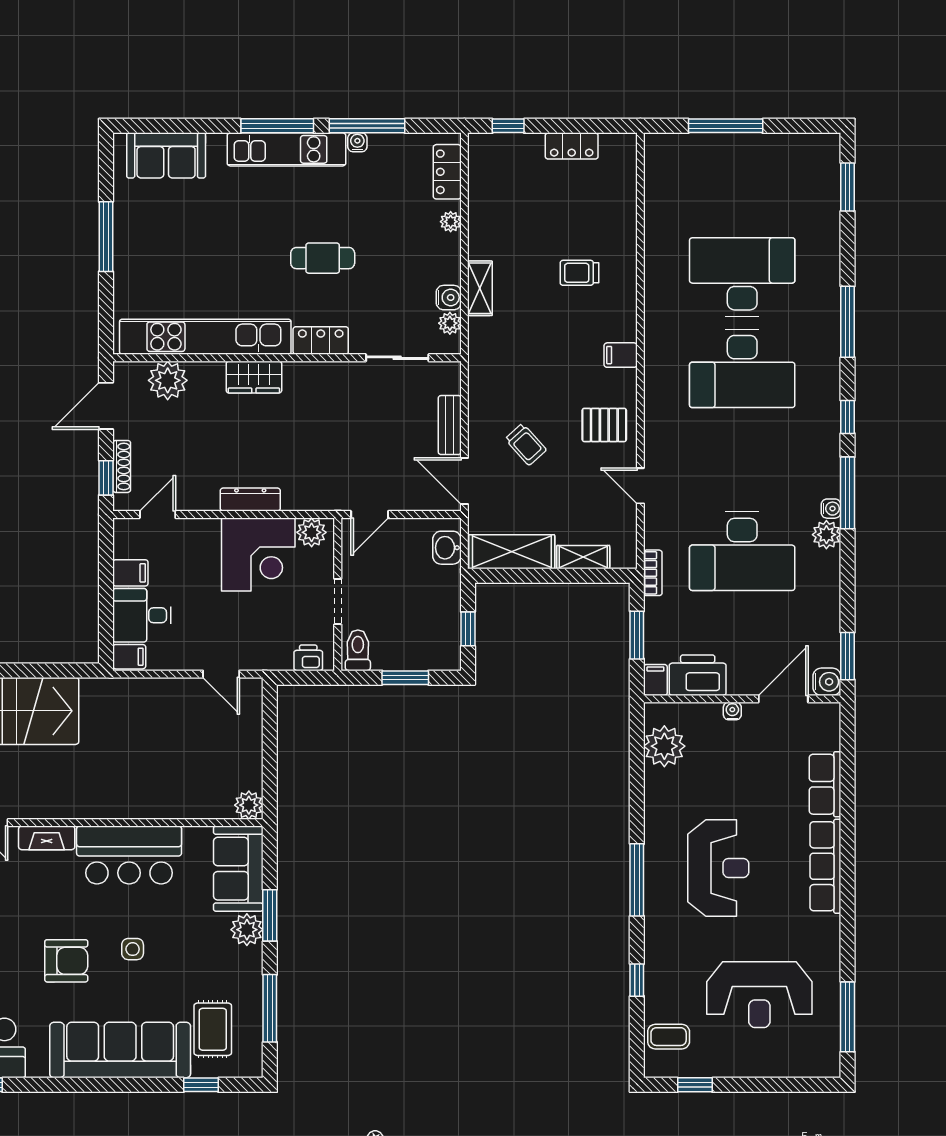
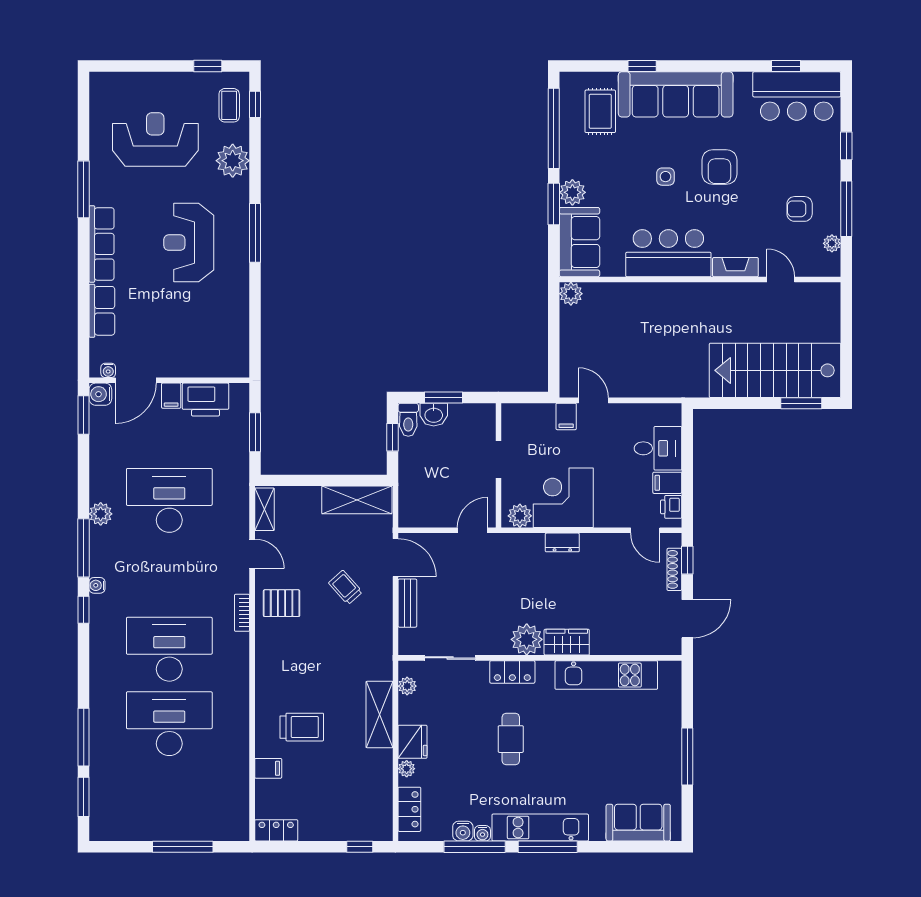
locker: (572, 146) -> (276, 830), moved
fridge: (443, 255) -> (412, 742), added
cafe table: (323, 258) -> (511, 739), turned 90
trolley: (579, 273) -> (302, 727), width x1.36, depth x1.39
desk: (742, 277) -> (169, 724), turned 180
shelving: (480, 288) -> (379, 715), width x1.50, depth x1.33
water cooler: (449, 298) -> (463, 831), moved, turned -90
window: (848, 322) -> (84, 737), moved
kitchen unit: (205, 337) -> (606, 675), width x0.73
filing cabinet: (621, 355) -> (268, 768), moved
plant: (168, 380) -> (527, 639), moved
dresser: (250, 500) -> (562, 542), width x0.70
water cooler: (831, 509) -> (97, 585), moved
door: (158, 515) -> (645, 530), hinge flipped
washbasin: (447, 548) -> (434, 415), moved, turned 90
shelving: (583, 557) -> (264, 509), moved, turned 90
bookcase: (653, 573) -> (242, 613), moved
toilet: (358, 650) -> (408, 420), moved
filing cabinet: (129, 657) -> (566, 416), moved, turned -90
printer: (308, 658) -> (671, 507), moved, turned 90
filing cabinet: (655, 680) -> (171, 396), moved
water cooler: (732, 711) -> (108, 370), moved
plant: (664, 746) -> (233, 161), moved
armchair: (66, 961) -> (719, 167), turned -90
window: (637, 980) -> (255, 104), moved
window: (270, 1008) -> (554, 128), width x1.46
window: (848, 1017) -> (84, 189), moved
coffee table: (669, 1037) -> (229, 105), turned 90
window: (201, 1085) -> (642, 66), moved

